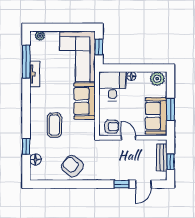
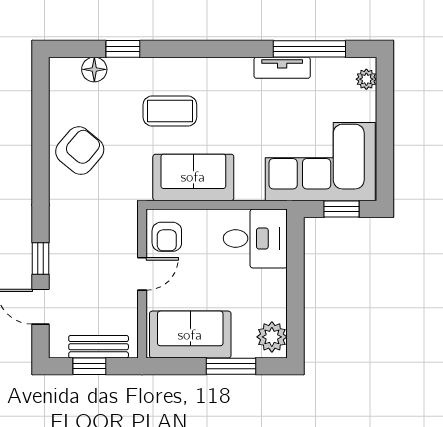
floor lamp: (131, 76) -> (277, 280), removed
sofa: (85, 101) -> (193, 177), moved
window: (171, 109) -> (231, 366), moved

